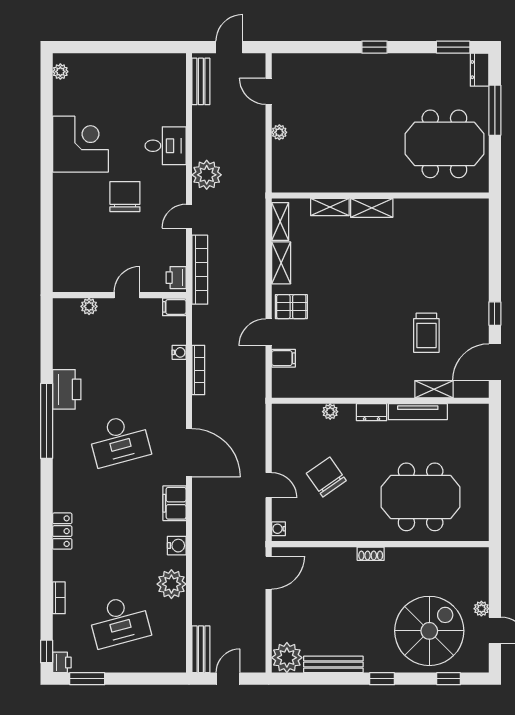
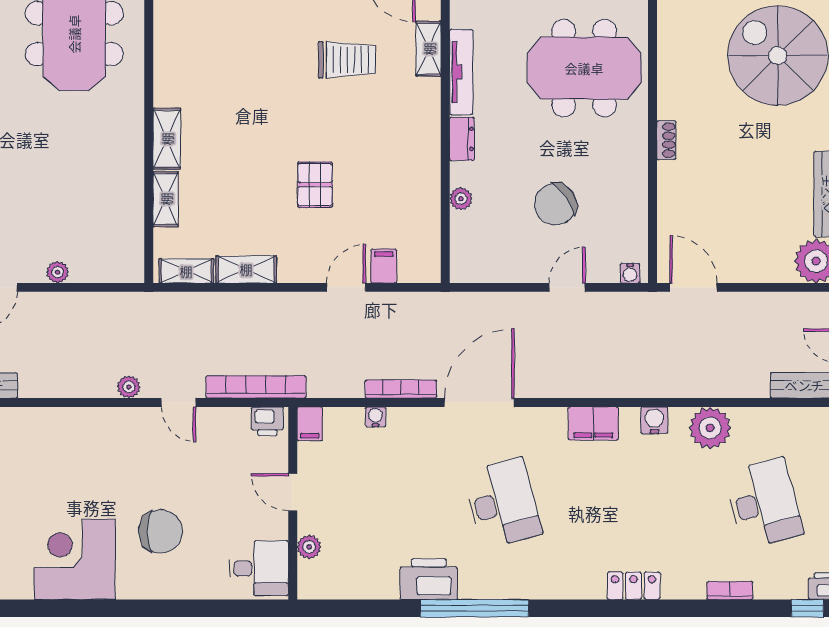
desk: (166, 146) -> (259, 568), moved, turned 90
plant: (207, 175) -> (129, 387), width x0.53, depth x0.53
chair: (125, 197) -> (161, 531), moved, turned 180
pallet: (291, 307) -> (315, 185), moved
door: (269, 332) -> (346, 287), swing flipped
door: (189, 453) -> (479, 403), moved
meeting table: (421, 497) -> (584, 68), turned 90

